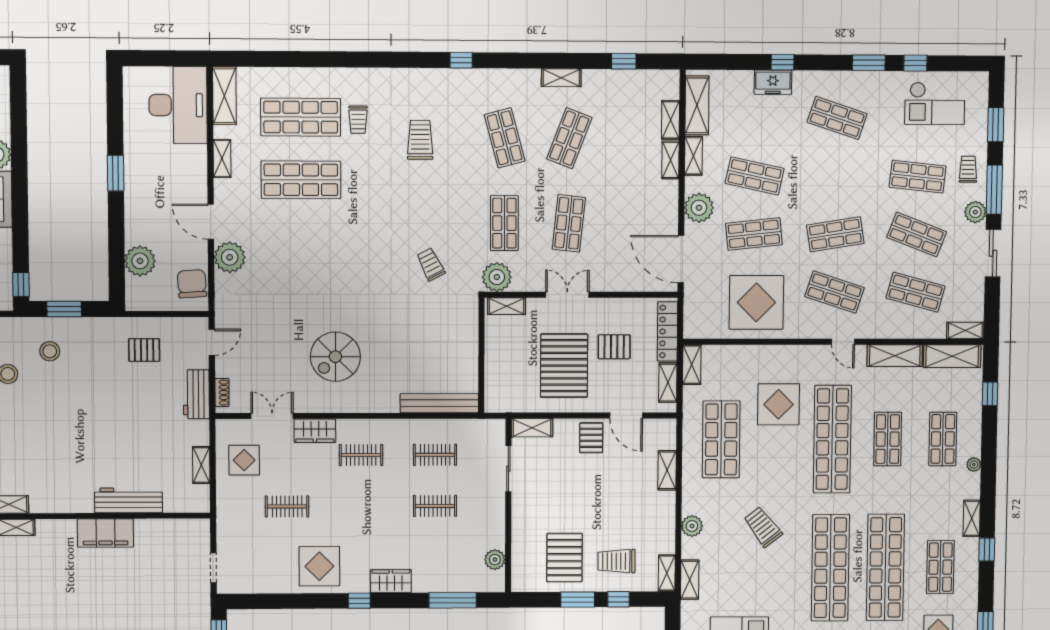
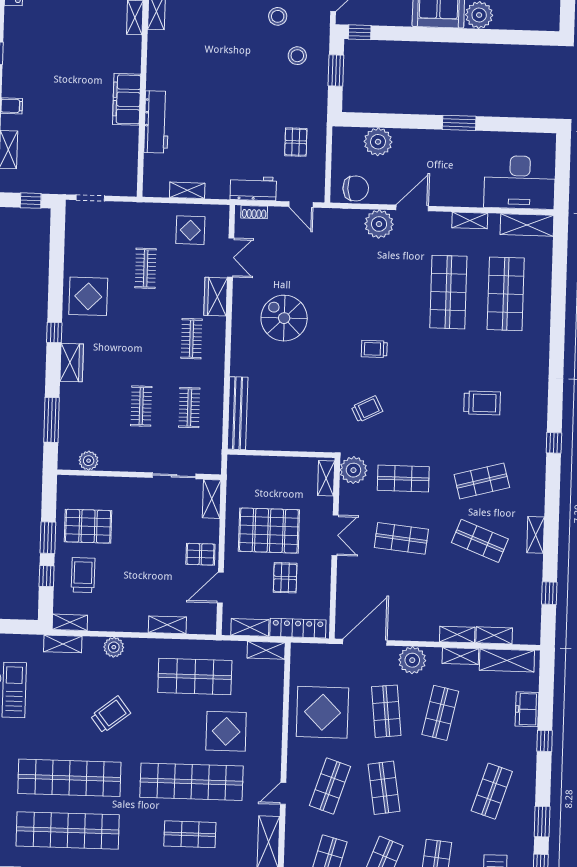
freezer: (773, 82) -> (527, 709), moved
trolley: (358, 120) -> (374, 349), moved

